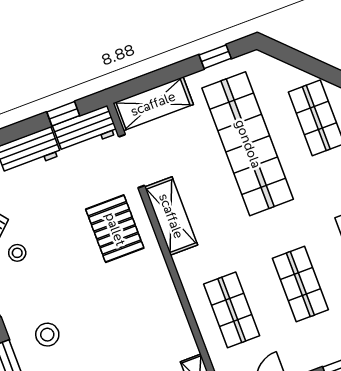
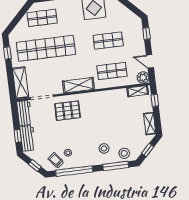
window: (63, 114) -> (18, 136), moved
shelving: (171, 216) -> (79, 85), moved

